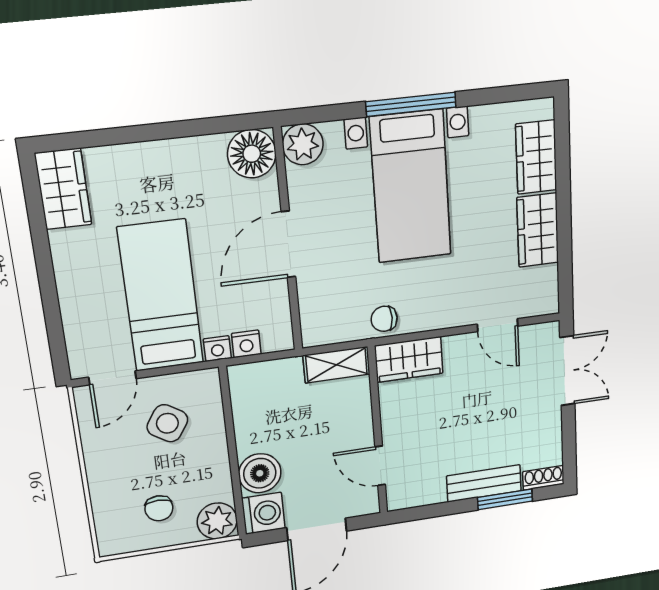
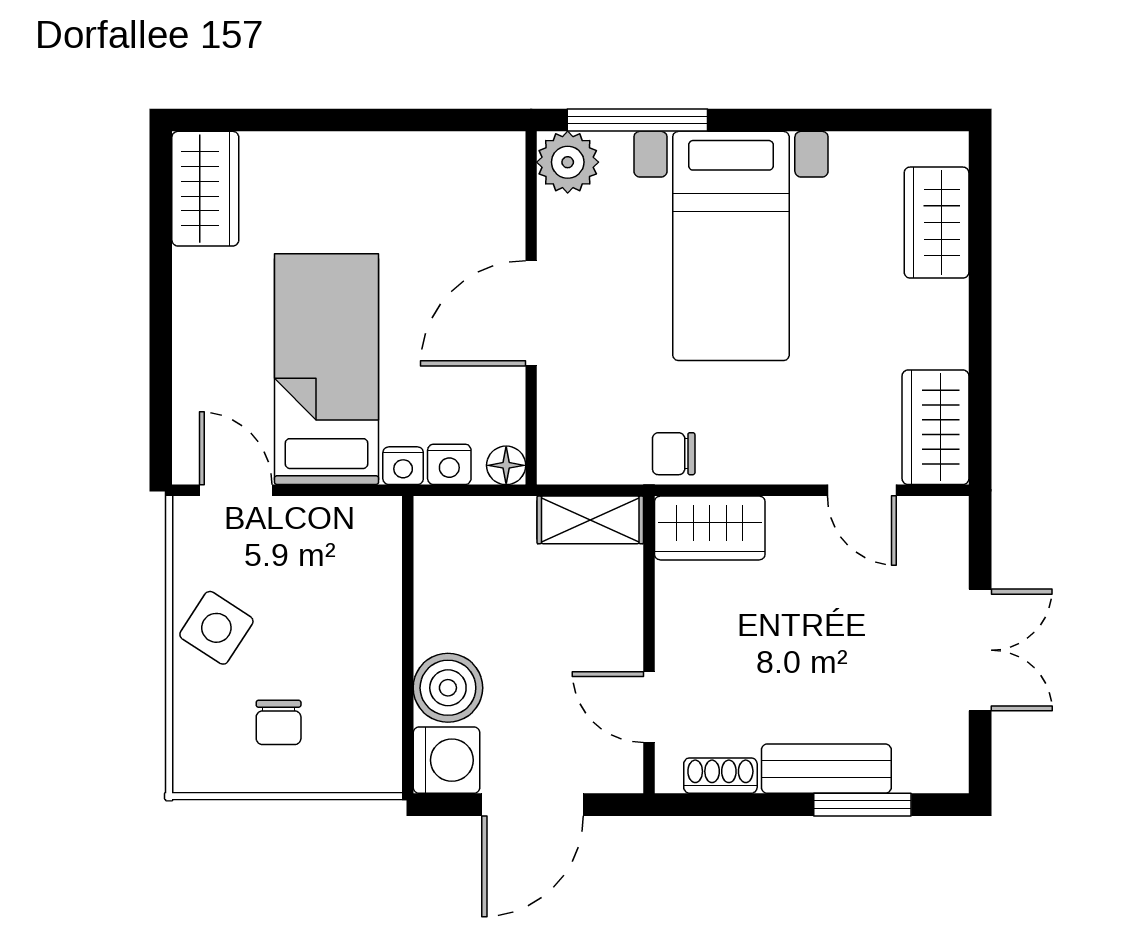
window: (411, 104) -> (637, 120), moved
floor lamp: (252, 154) -> (506, 465), moved, width x0.53, depth x0.53
wardrobe: (538, 230) -> (936, 427), moved
double door: (567, 371) -> (980, 650), moved
door: (112, 378) -> (236, 490), swing flipped
side table: (167, 423) -> (216, 628), moved
shoe rack: (543, 478) -> (720, 776), moved
plant: (217, 521) -> (370, 761), removed

